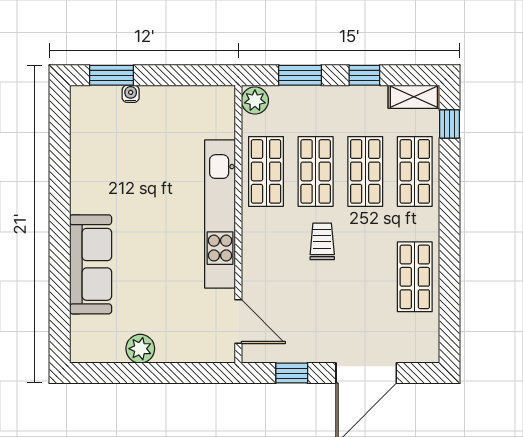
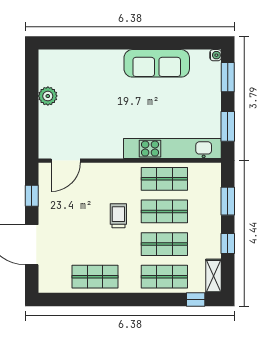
window: (186, 75) -> (228, 126), added
water cooler: (131, 94) -> (216, 55), moved
plant: (255, 100) -> (211, 171), removed
kitchen unit: (220, 214) -> (172, 149), moved
trolley: (322, 241) -> (118, 216), turned -90
sofa: (91, 264) -> (157, 63), moved

